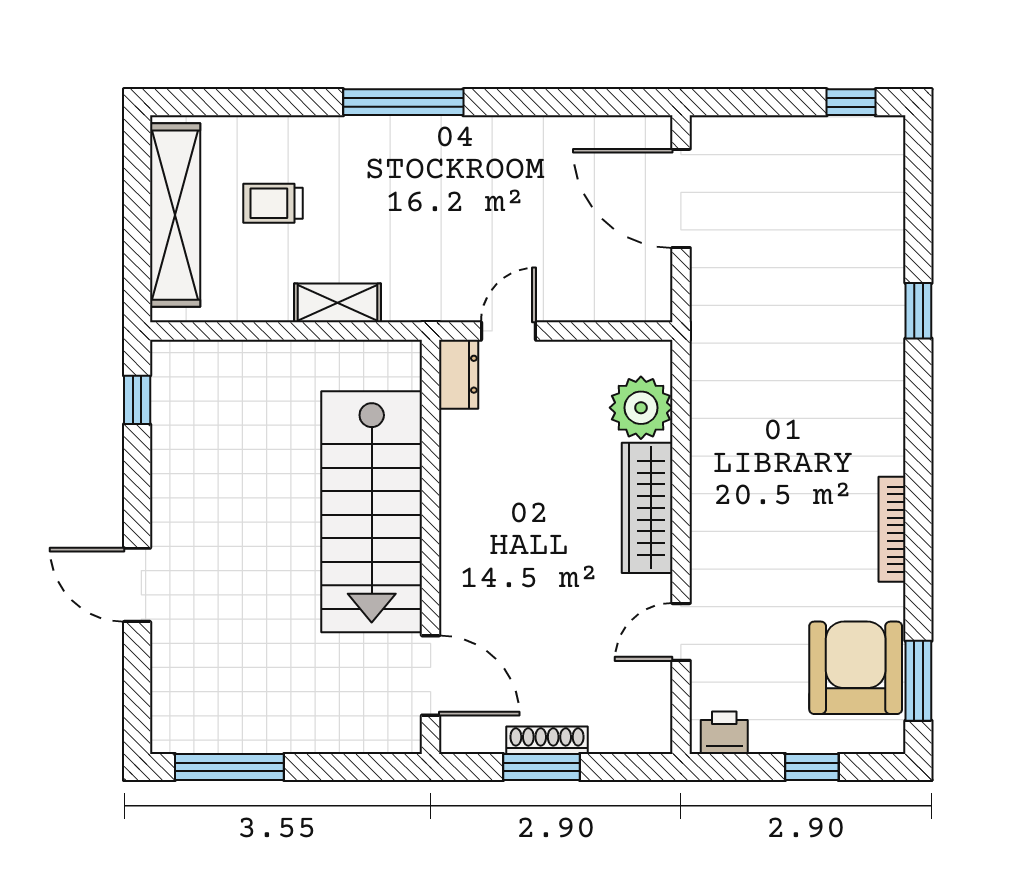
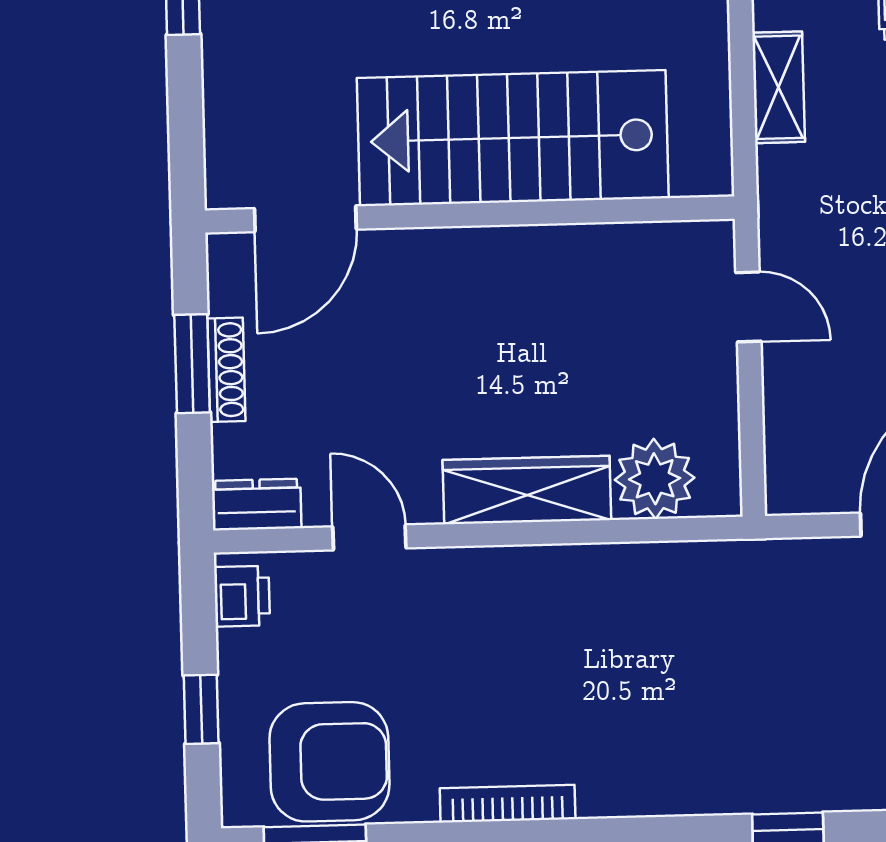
dresser: (459, 374) -> (257, 504), moved, turned 180

